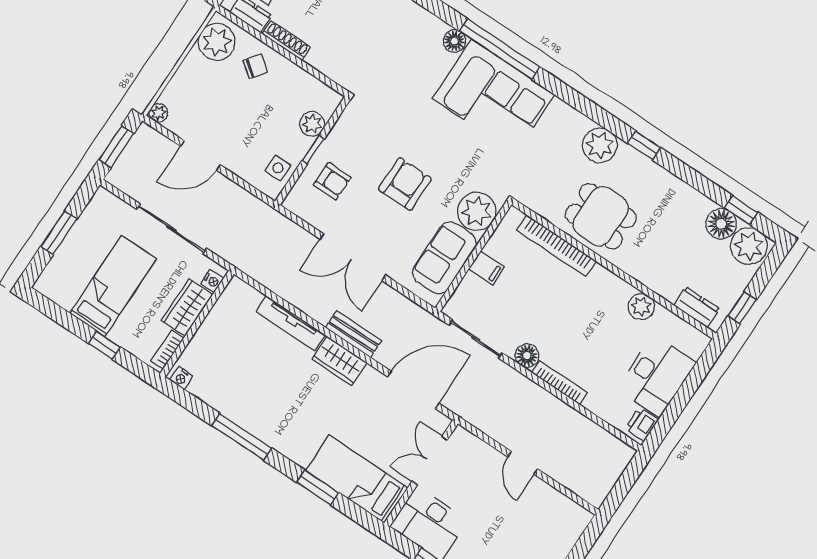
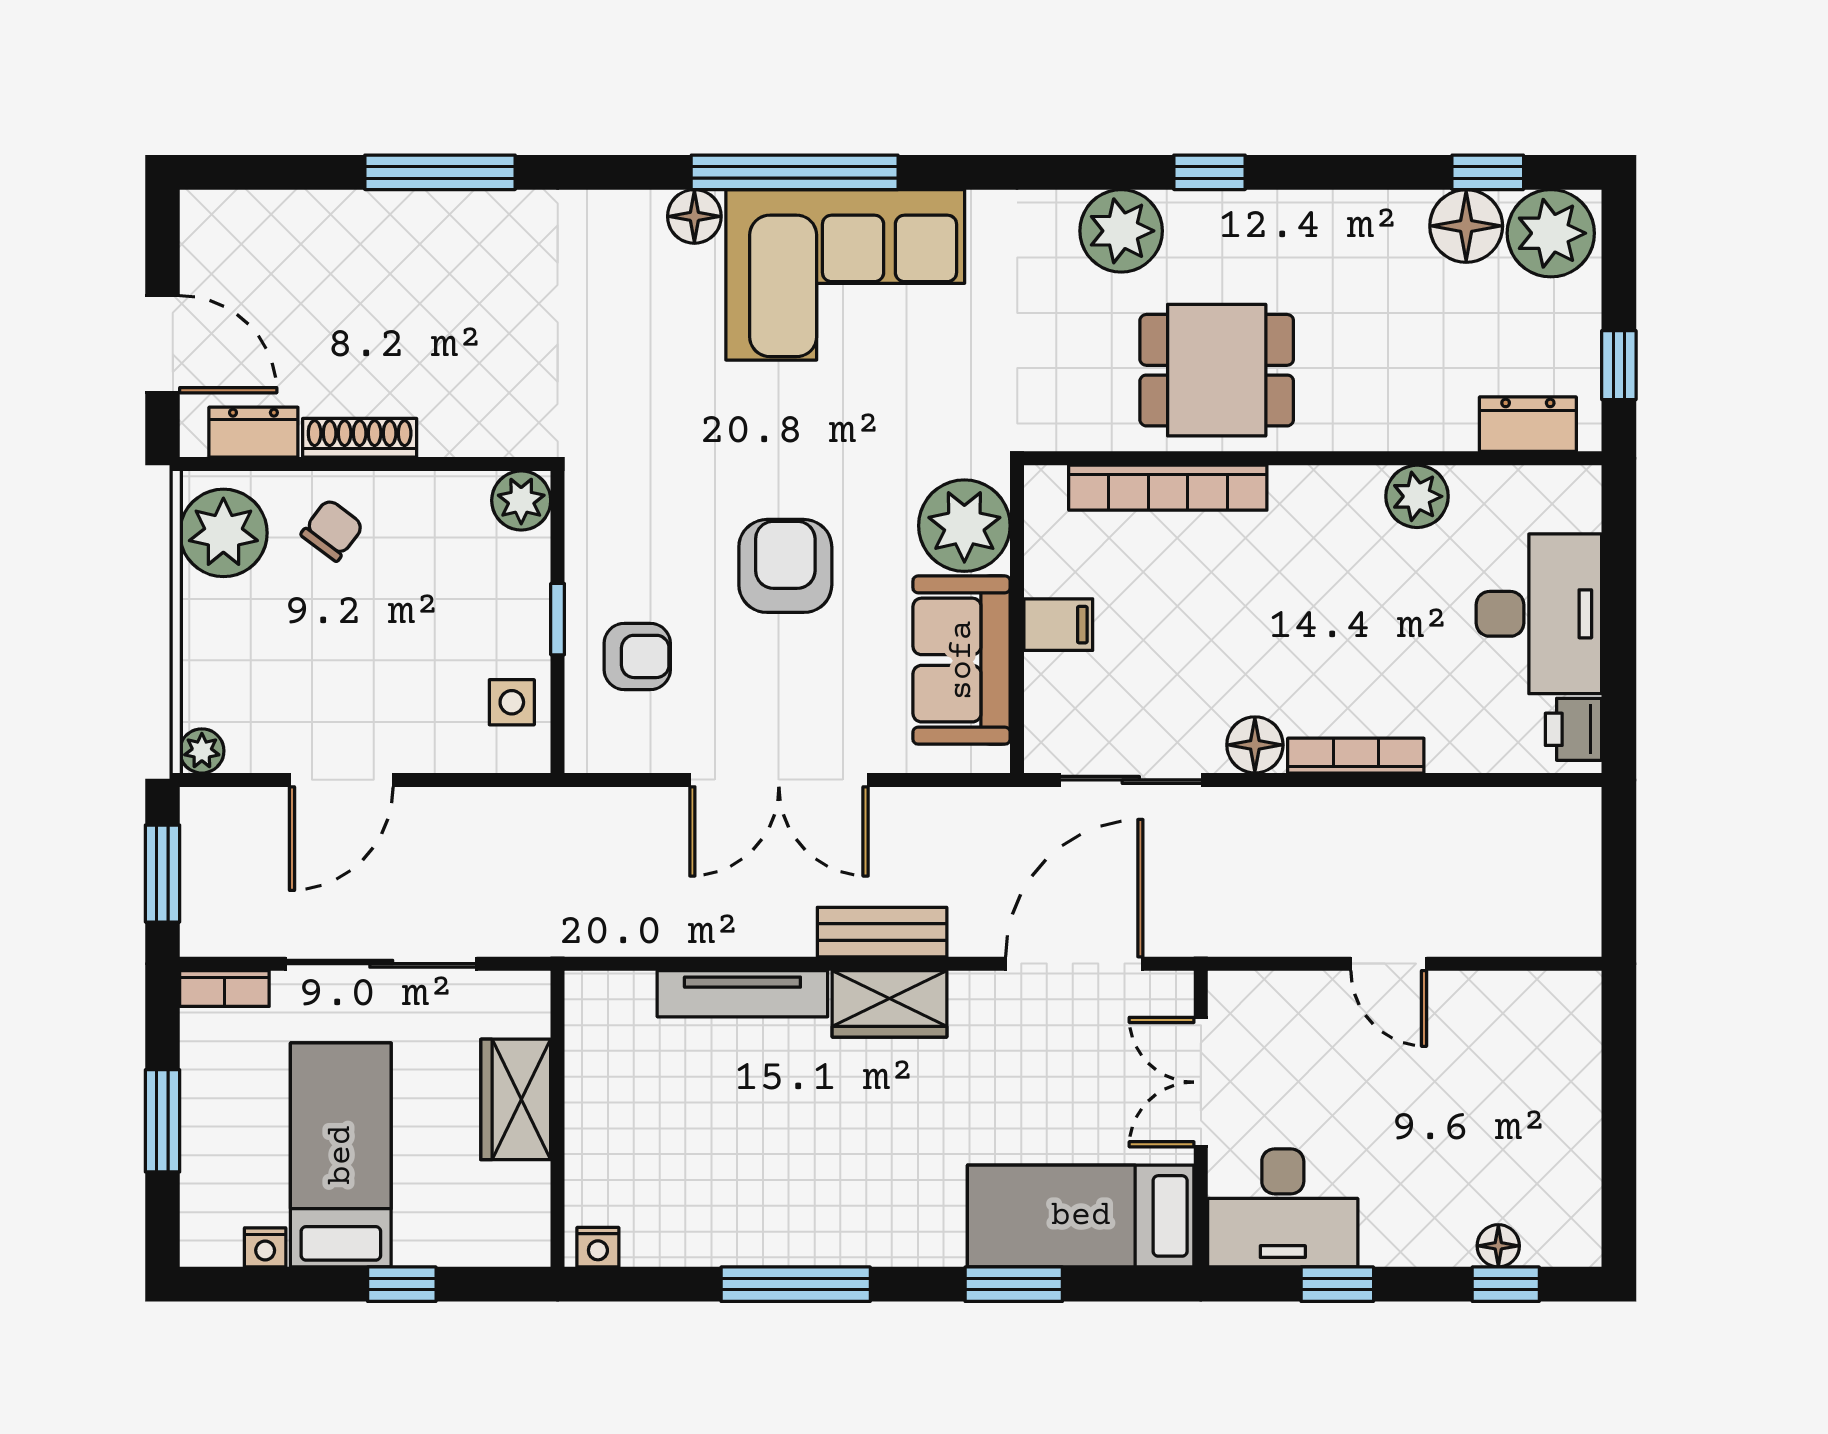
plant: (312, 124) -> (521, 500), moved
nightstand: (212, 281) -> (265, 1247), moved, turned 90
bookcase: (167, 349) -> (224, 988), moved, turned -90

